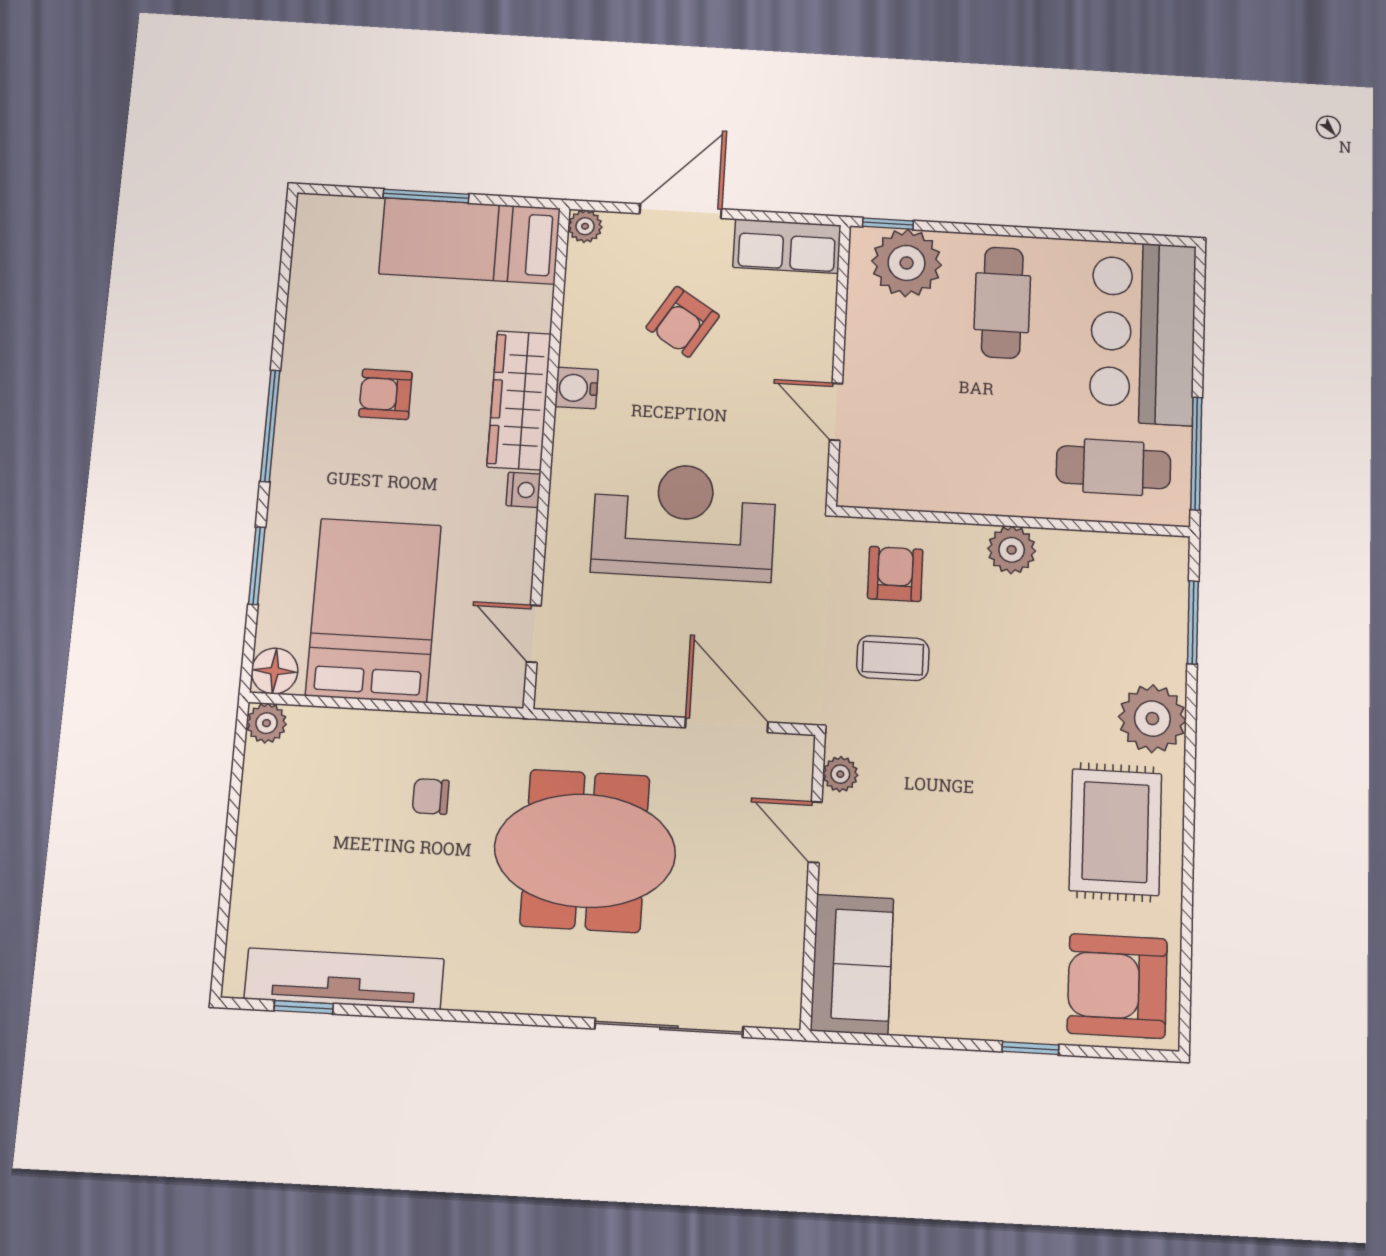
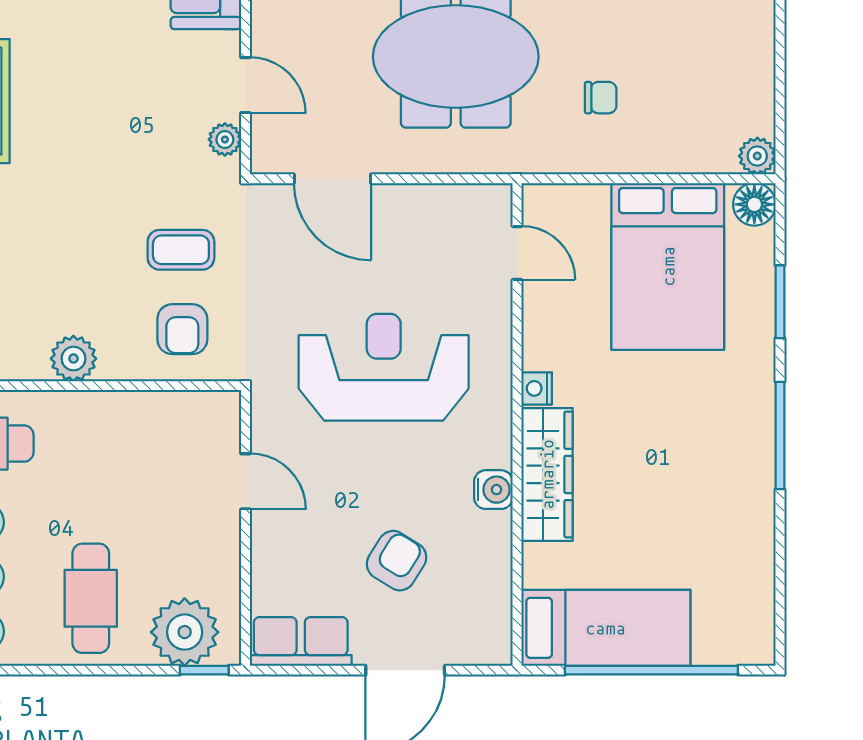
window: (426, 196) -> (651, 670), width x2.11
plant: (585, 226) -> (496, 649), removed
armchair: (385, 394) -> (674, 473), removed
reception desk: (684, 521) -> (384, 367), turned 180

